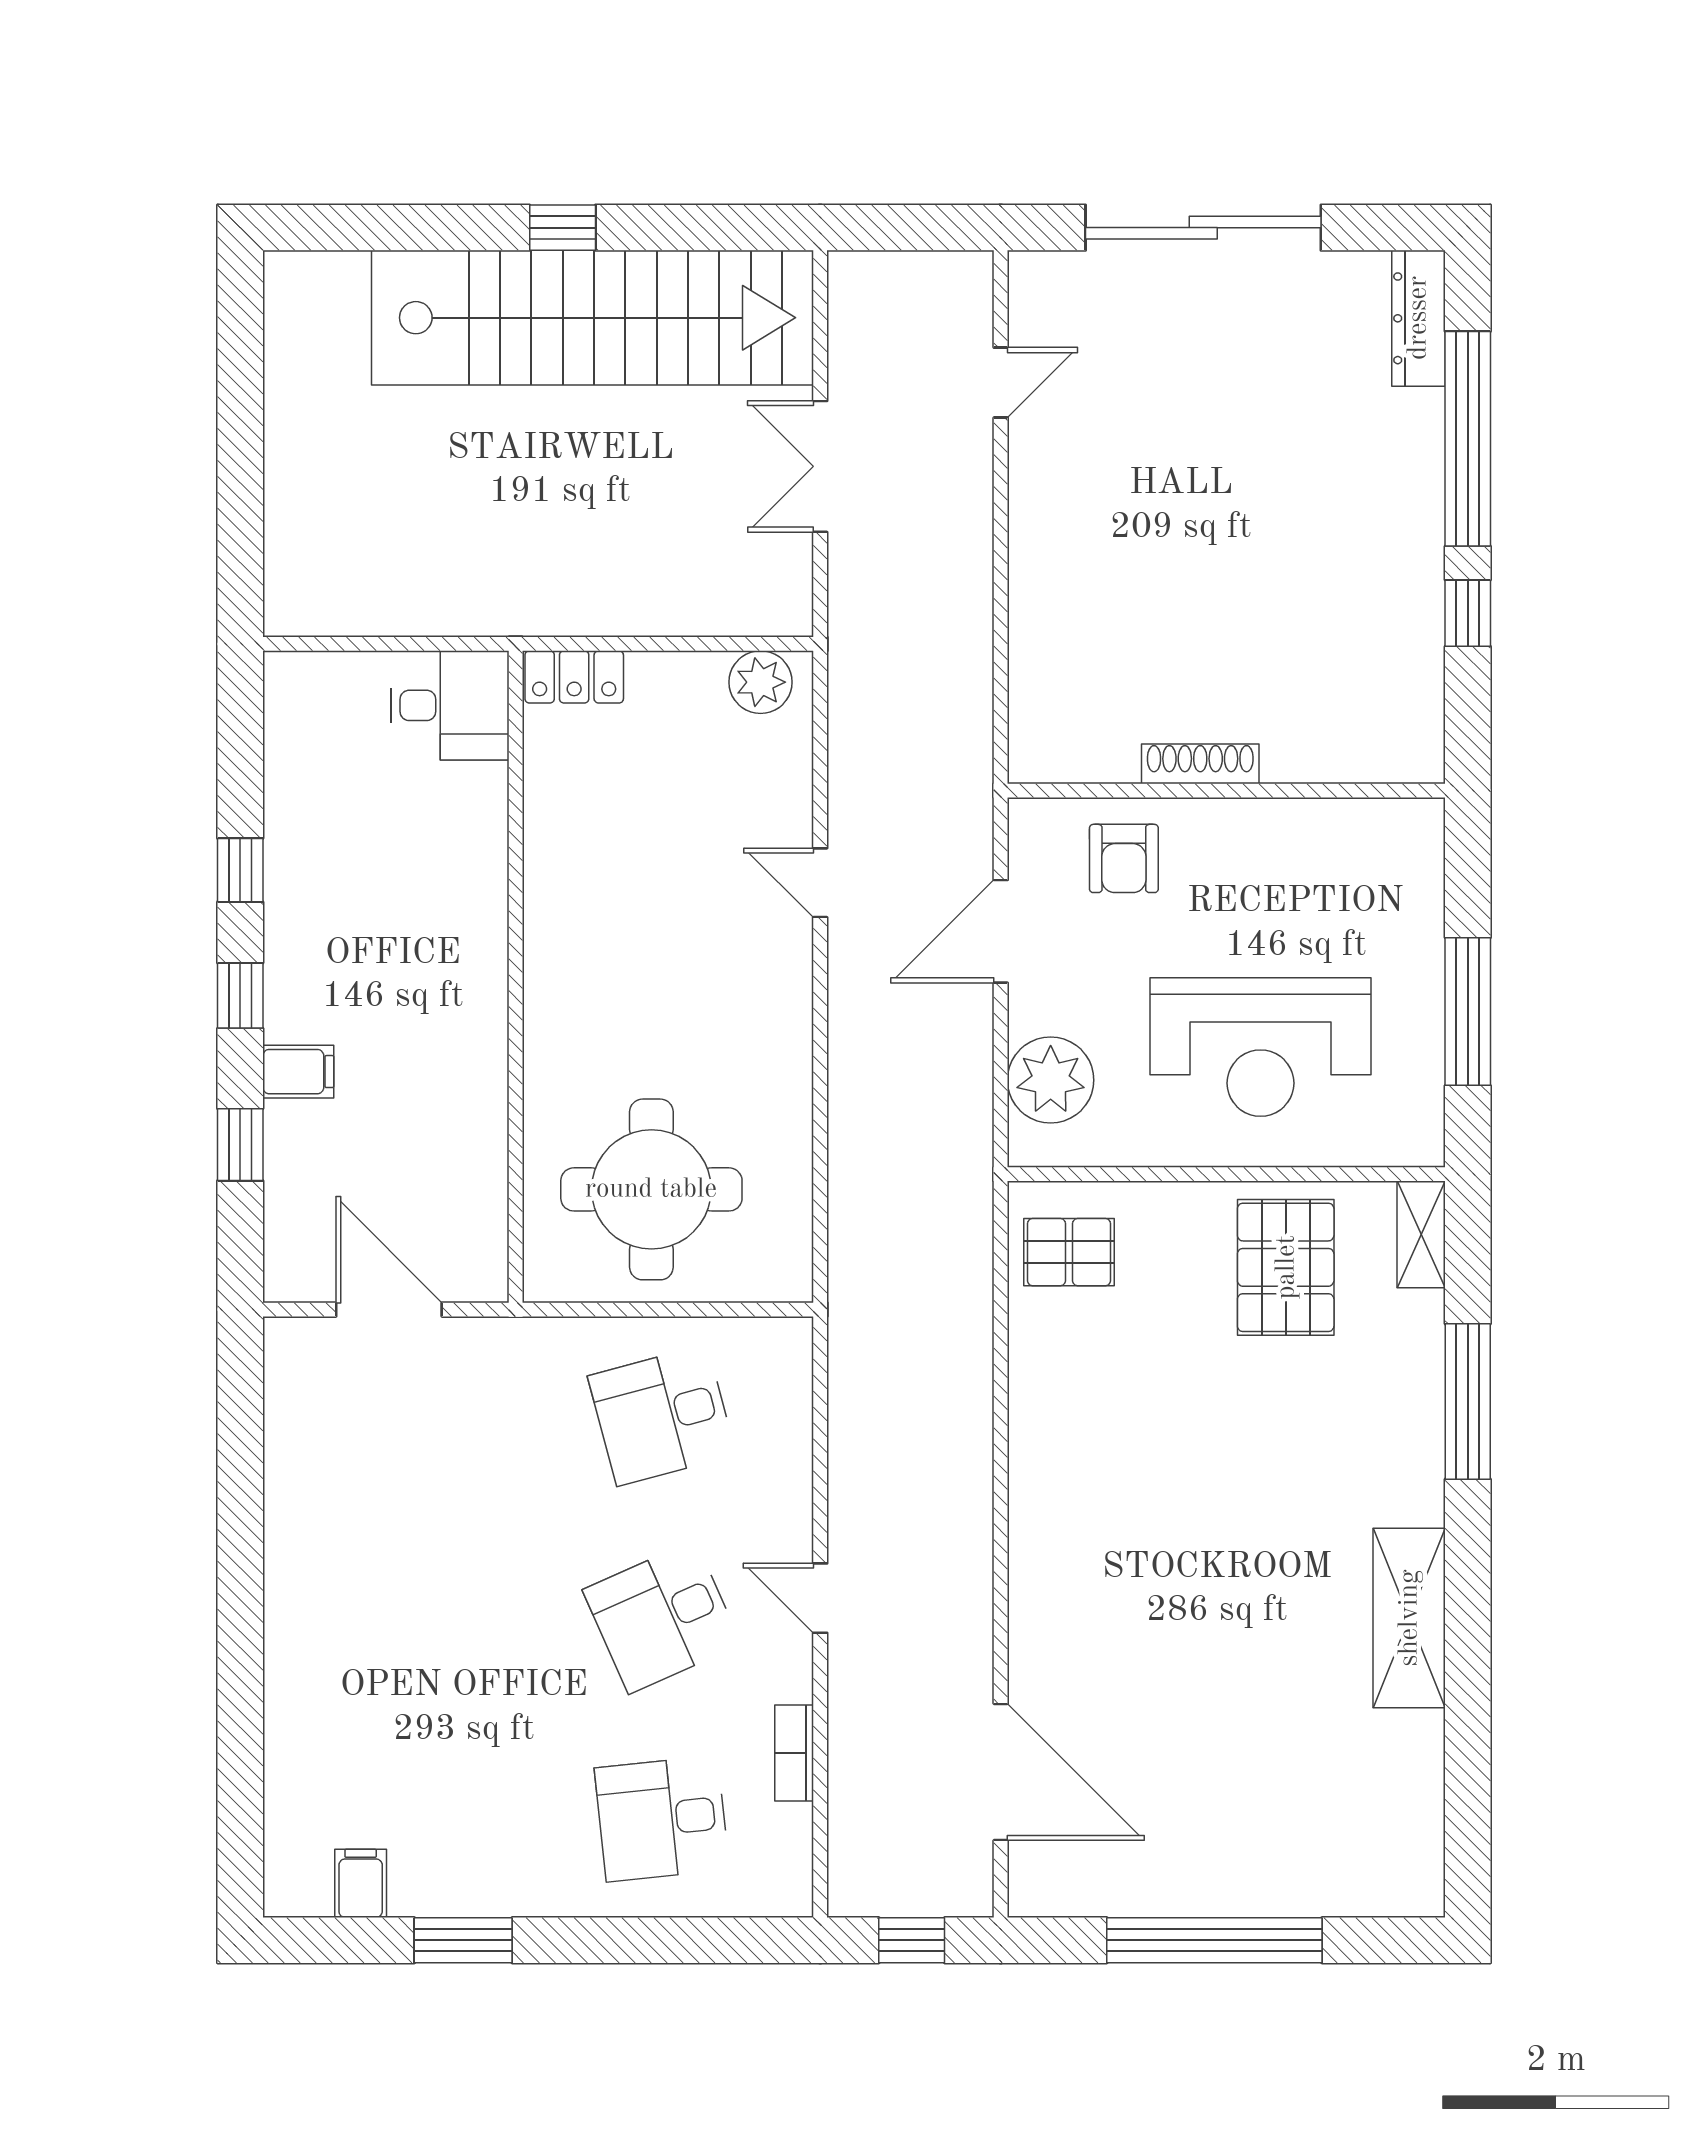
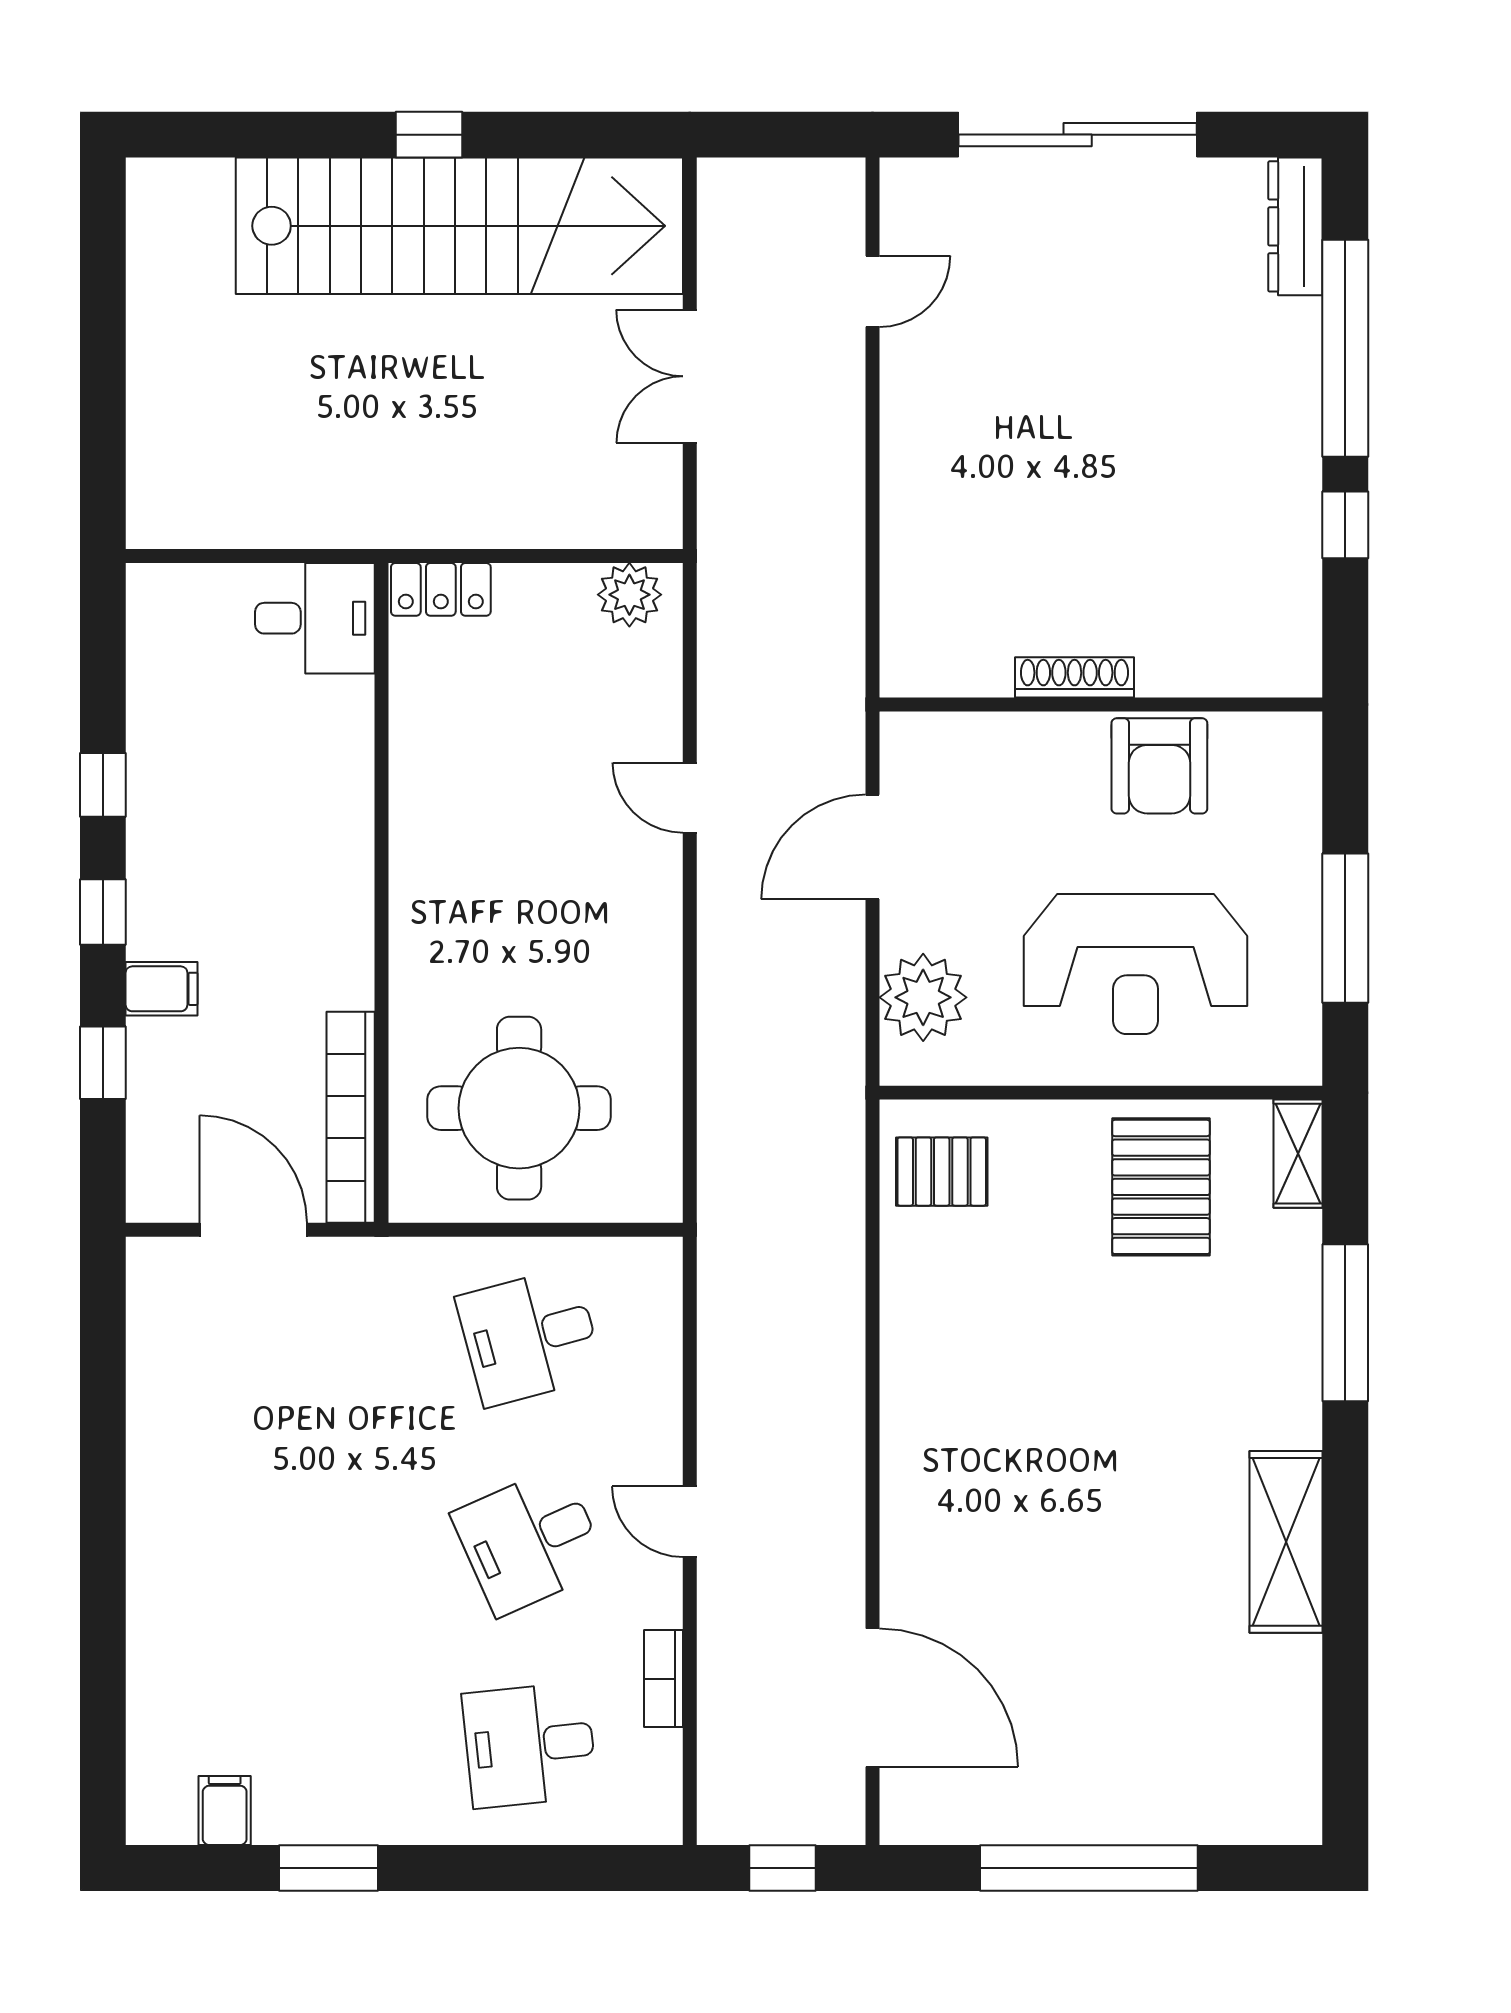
armchair: (1124, 858) -> (1159, 766), moved, width x1.38, depth x1.38
bookcase: (485, 1198) -> (351, 1117), added

